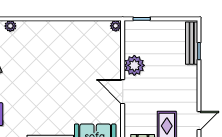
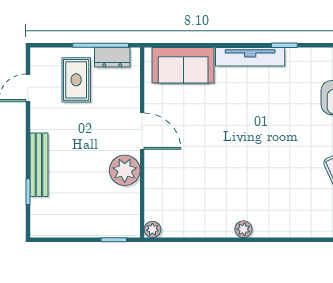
plant: (10, 26) -> (243, 229), moved
bench: (192, 43) -> (39, 165), moved

